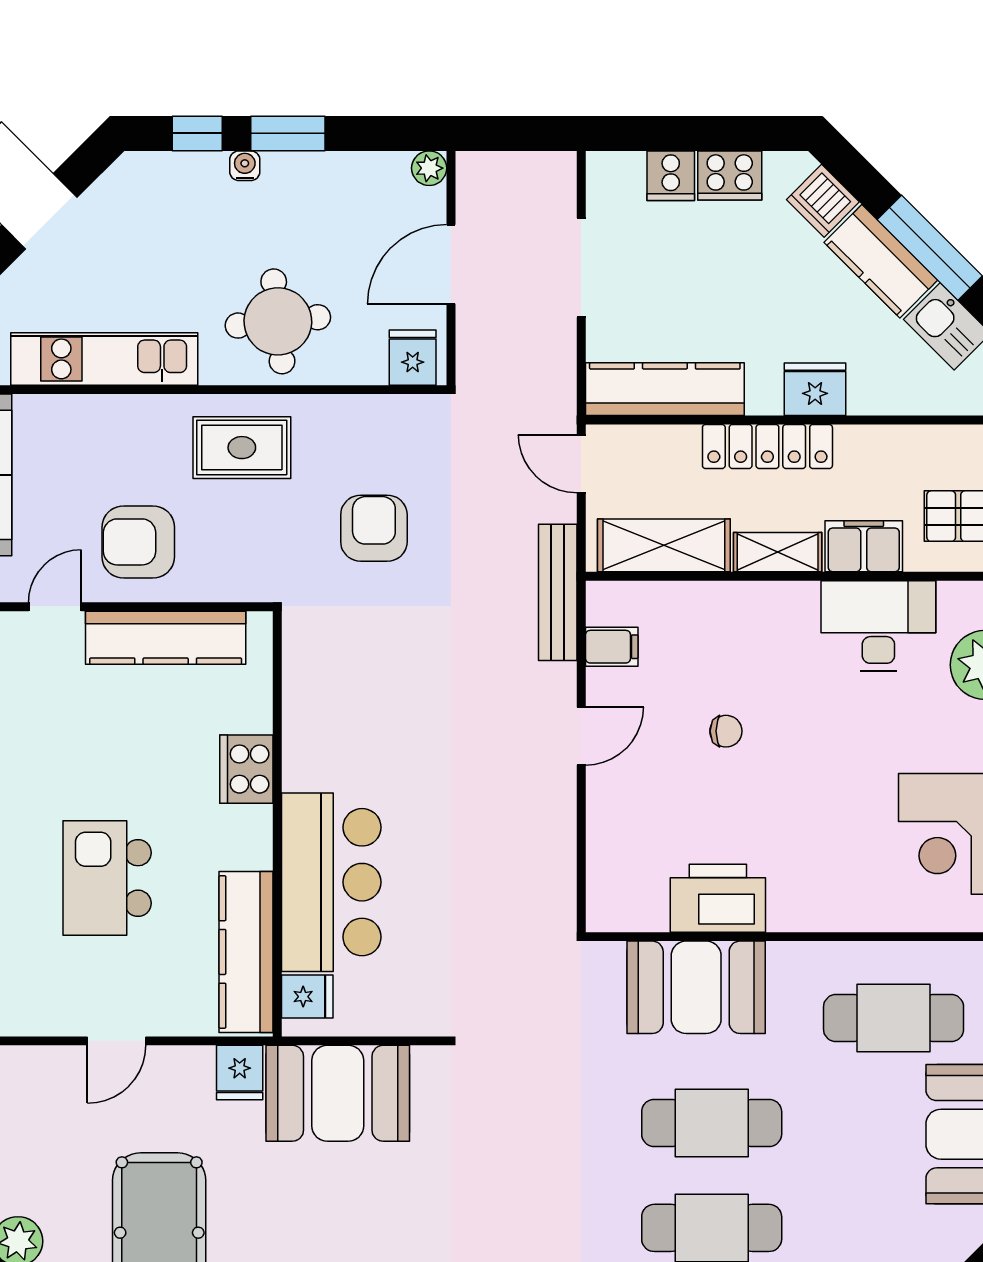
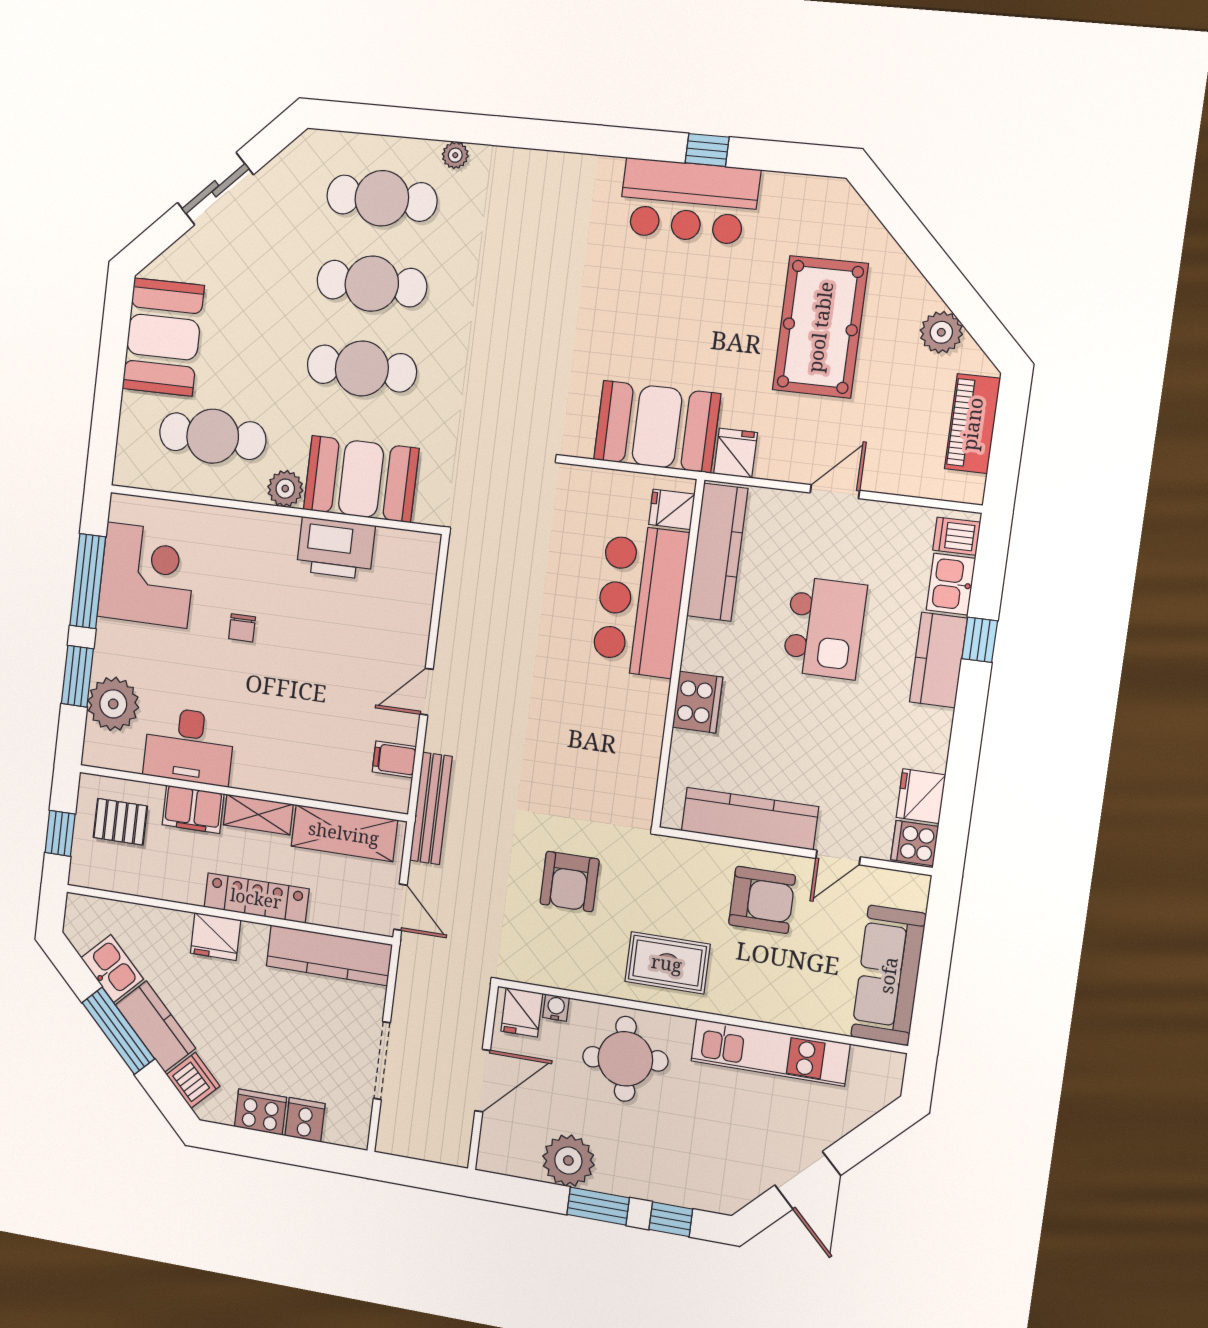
water cooler: (245, 166) -> (556, 1008), moved, turned 180
plant: (429, 168) -> (568, 1161), moved, width x1.88, depth x1.88
chair: (726, 731) -> (242, 628), moved, turned -90
plant: (792, 964) -> (285, 489), added

